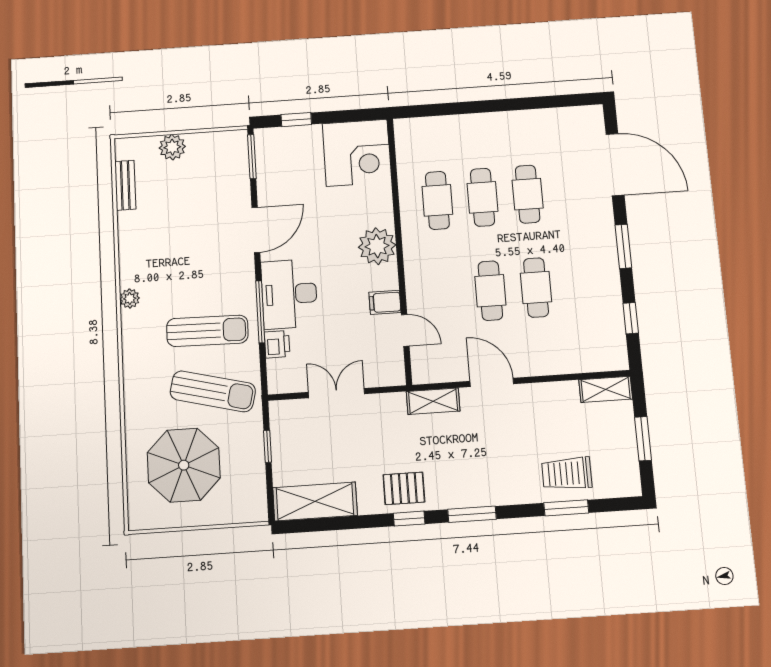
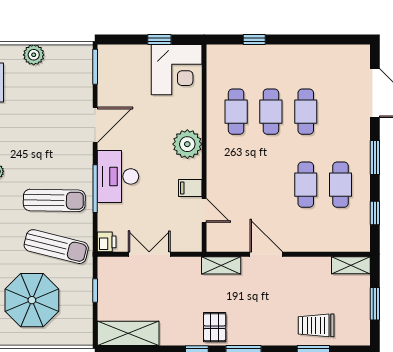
window: (454, 109) -> (254, 40), added
window: (296, 120) -> (159, 40), moved
cafe table: (490, 291) -> (340, 185), moved
printer: (277, 344) -> (107, 242), moved
pallet: (404, 488) -> (215, 327), moved, turned 90

